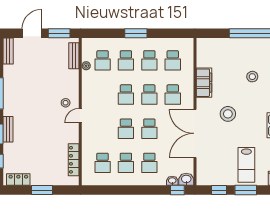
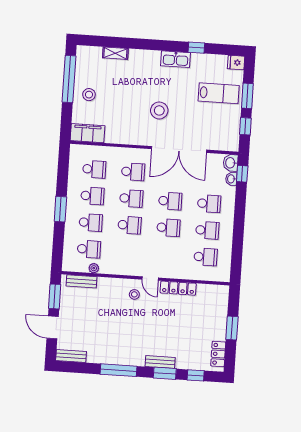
stool: (252, 77) -> (89, 95), moved
filing cabinet: (204, 83) -> (88, 133), moved
locker: (74, 160) -> (178, 288), moved

